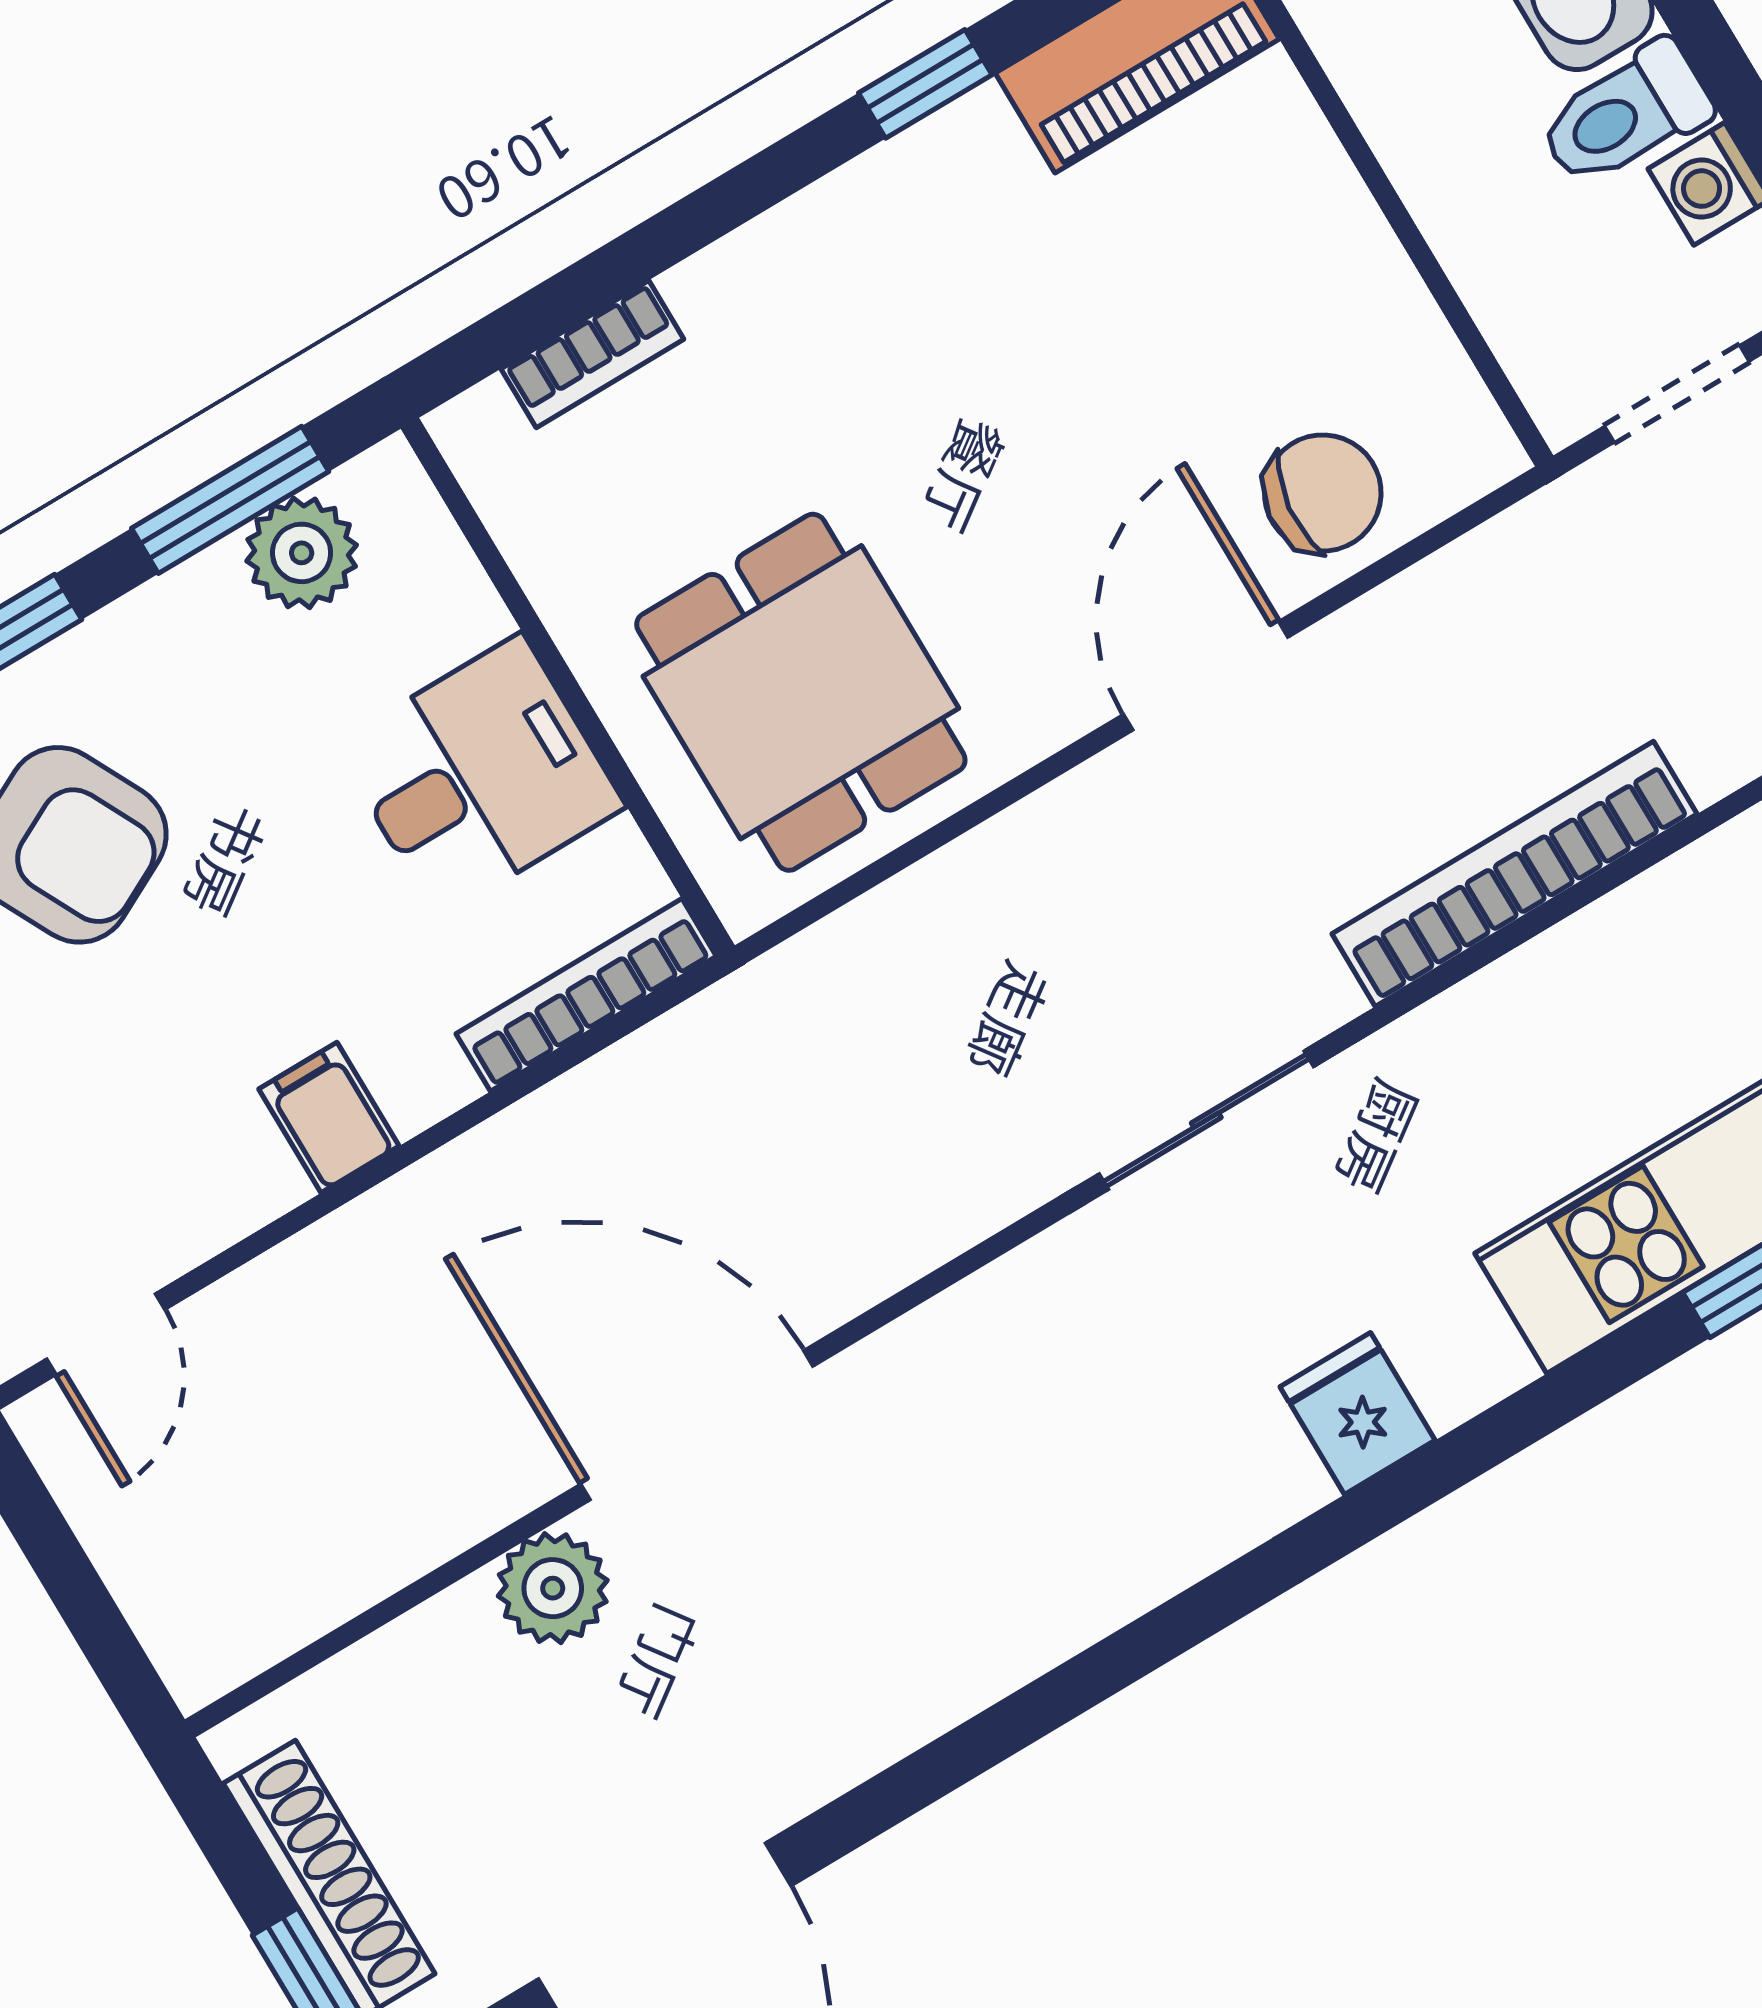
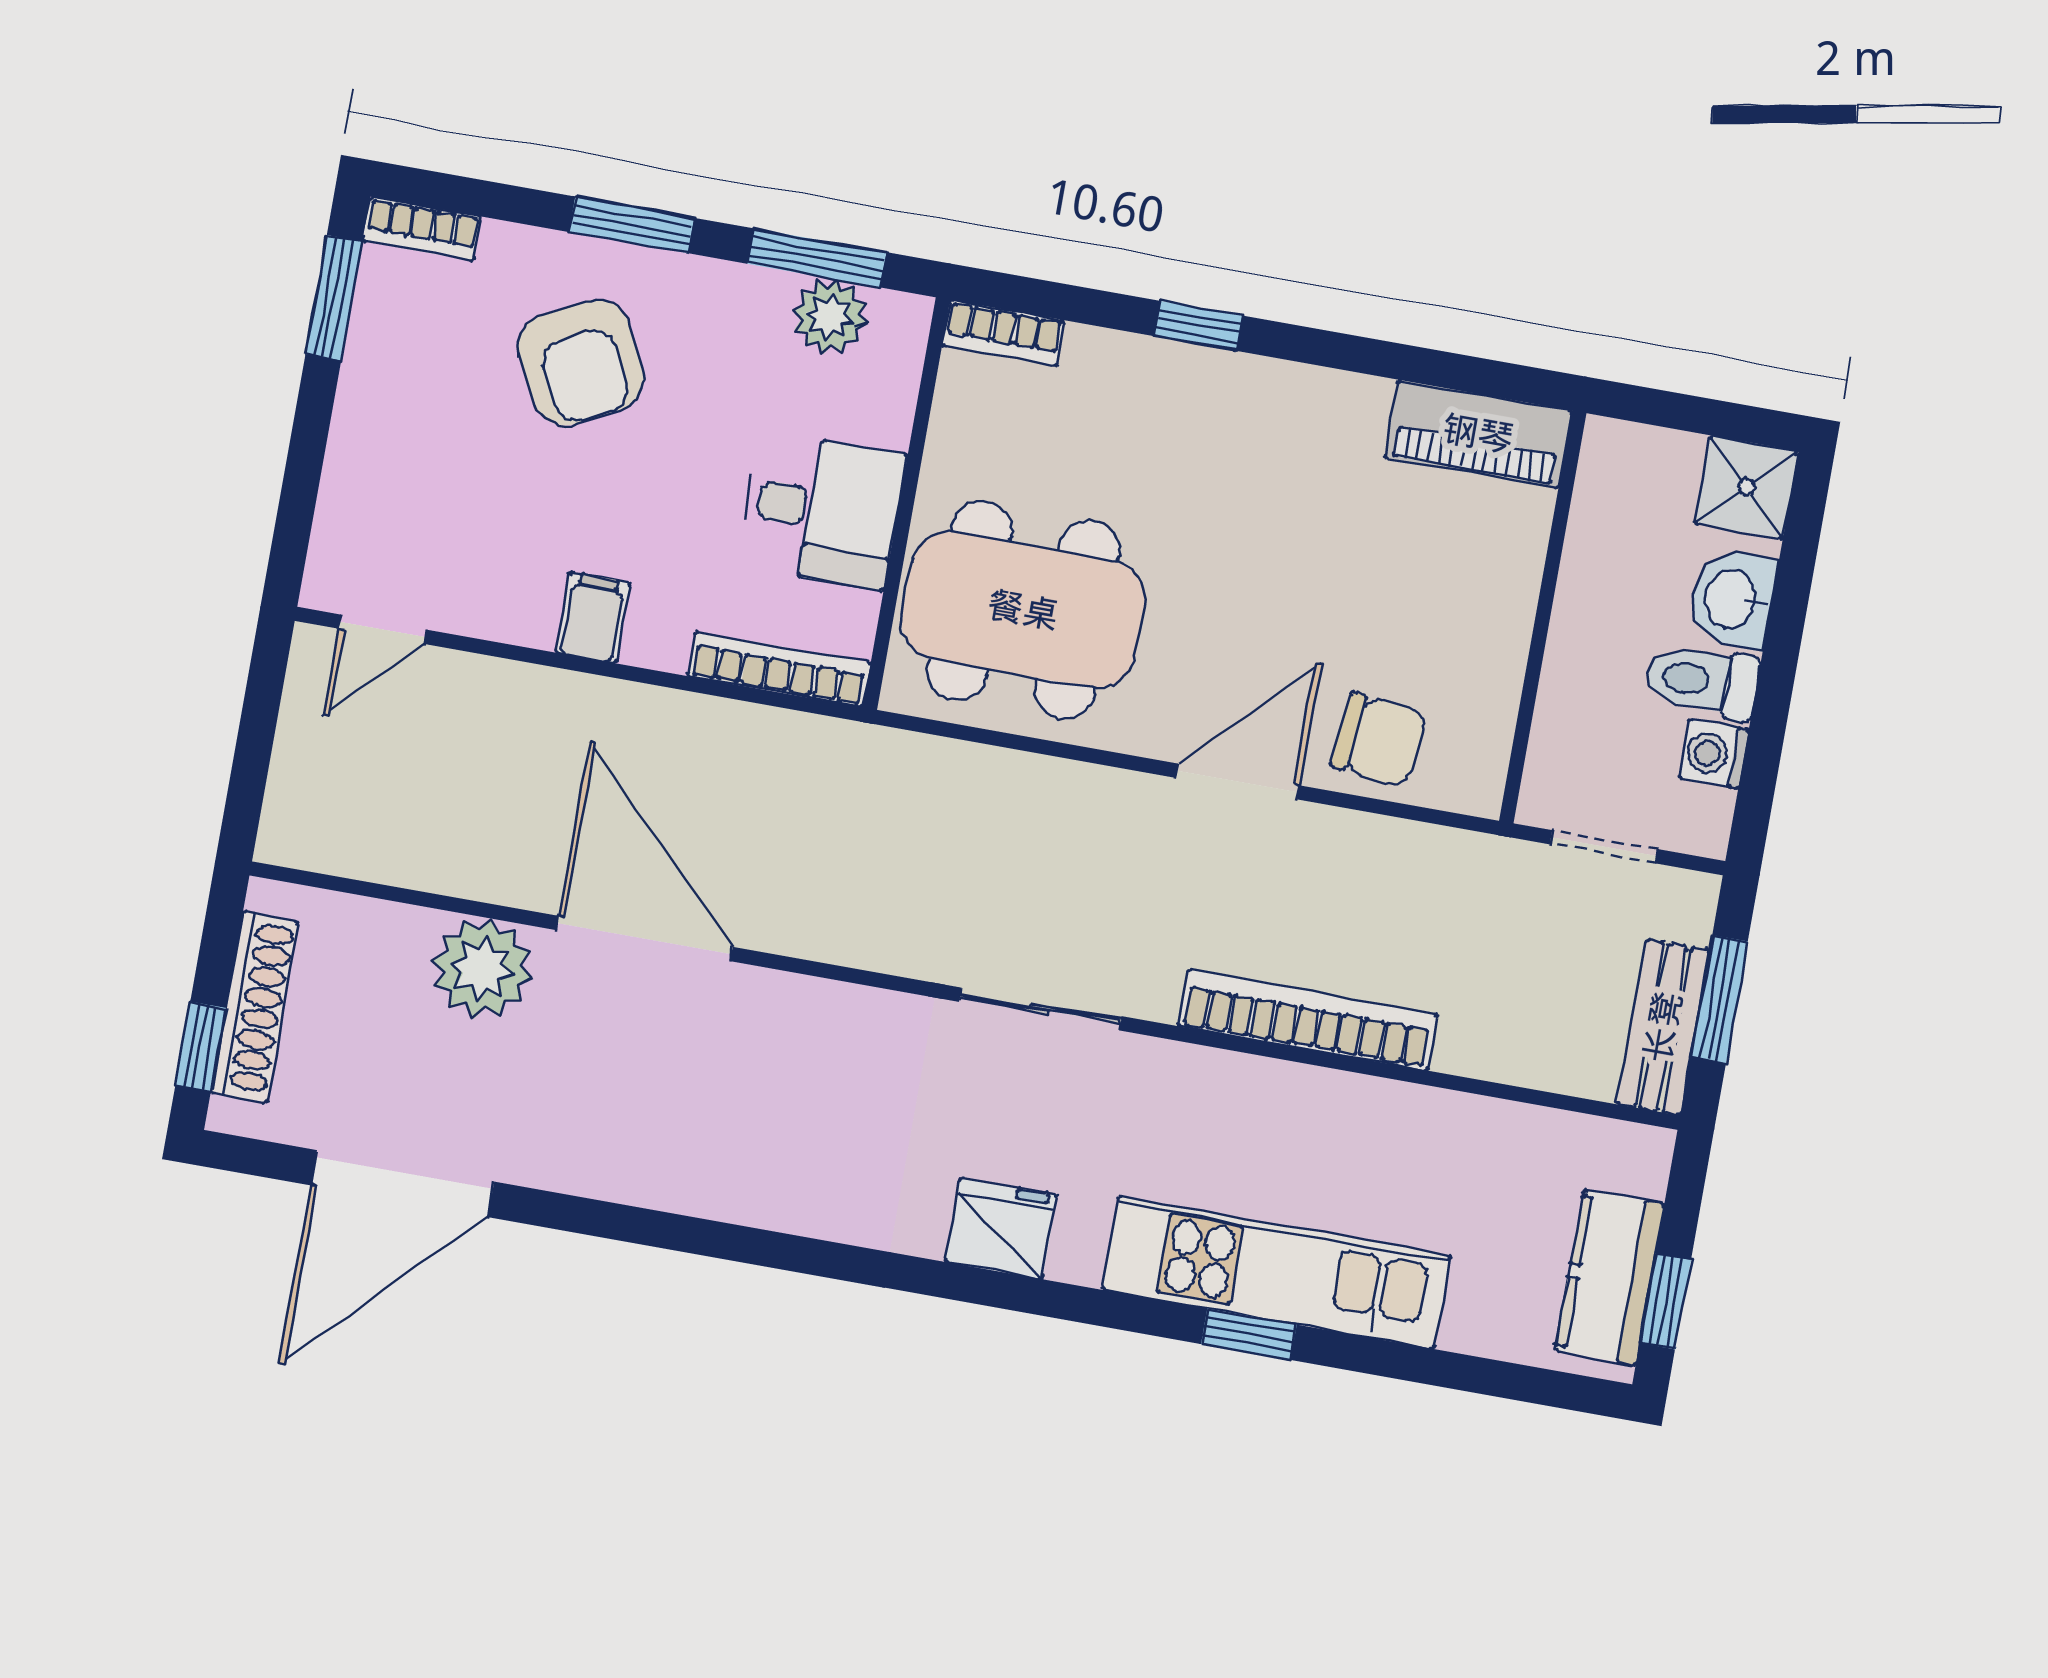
window: (925, 84) -> (1198, 326), moved
bookcase: (592, 354) -> (1003, 333), moved
dining table: (801, 692) -> (1023, 610), width x1.38
fridge: (1358, 1414) -> (1001, 1229), width x1.38
plant: (553, 1588) -> (482, 969), width x1.36, depth x1.36

